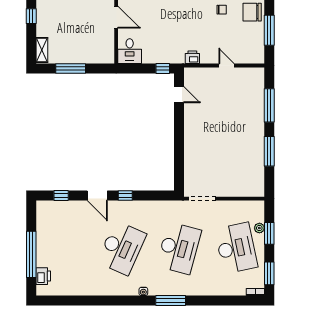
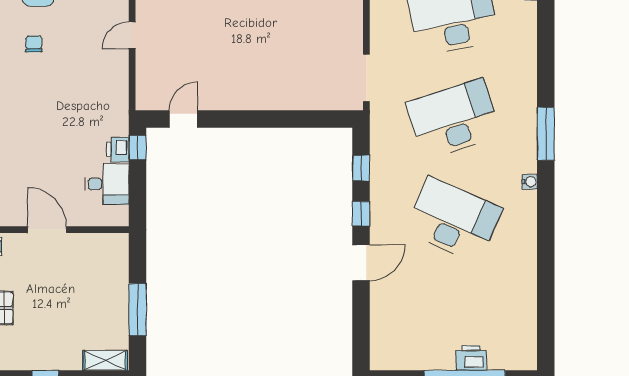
door: (116, 17) -> (47, 230), hinge flipped
desk: (130, 51) -> (107, 184), moved
printer: (192, 57) -> (118, 149), moved
window: (61, 196) -> (361, 168), moved
desk: (179, 248) -> (453, 119), turned -33
printer: (43, 276) -> (471, 358), moved

